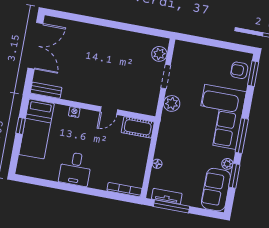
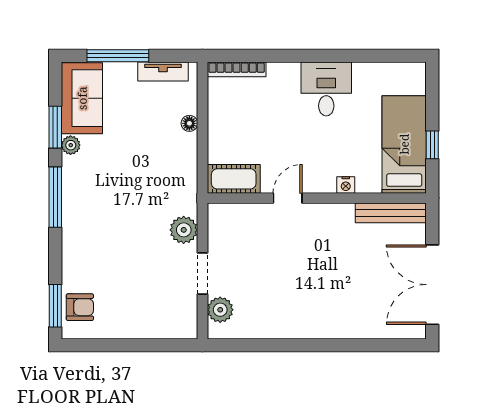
bench: (46, 90) -> (391, 213), width x1.36
corner sofa: (220, 117) -> (97, 223), removed
window: (171, 206) -> (118, 56), moved

